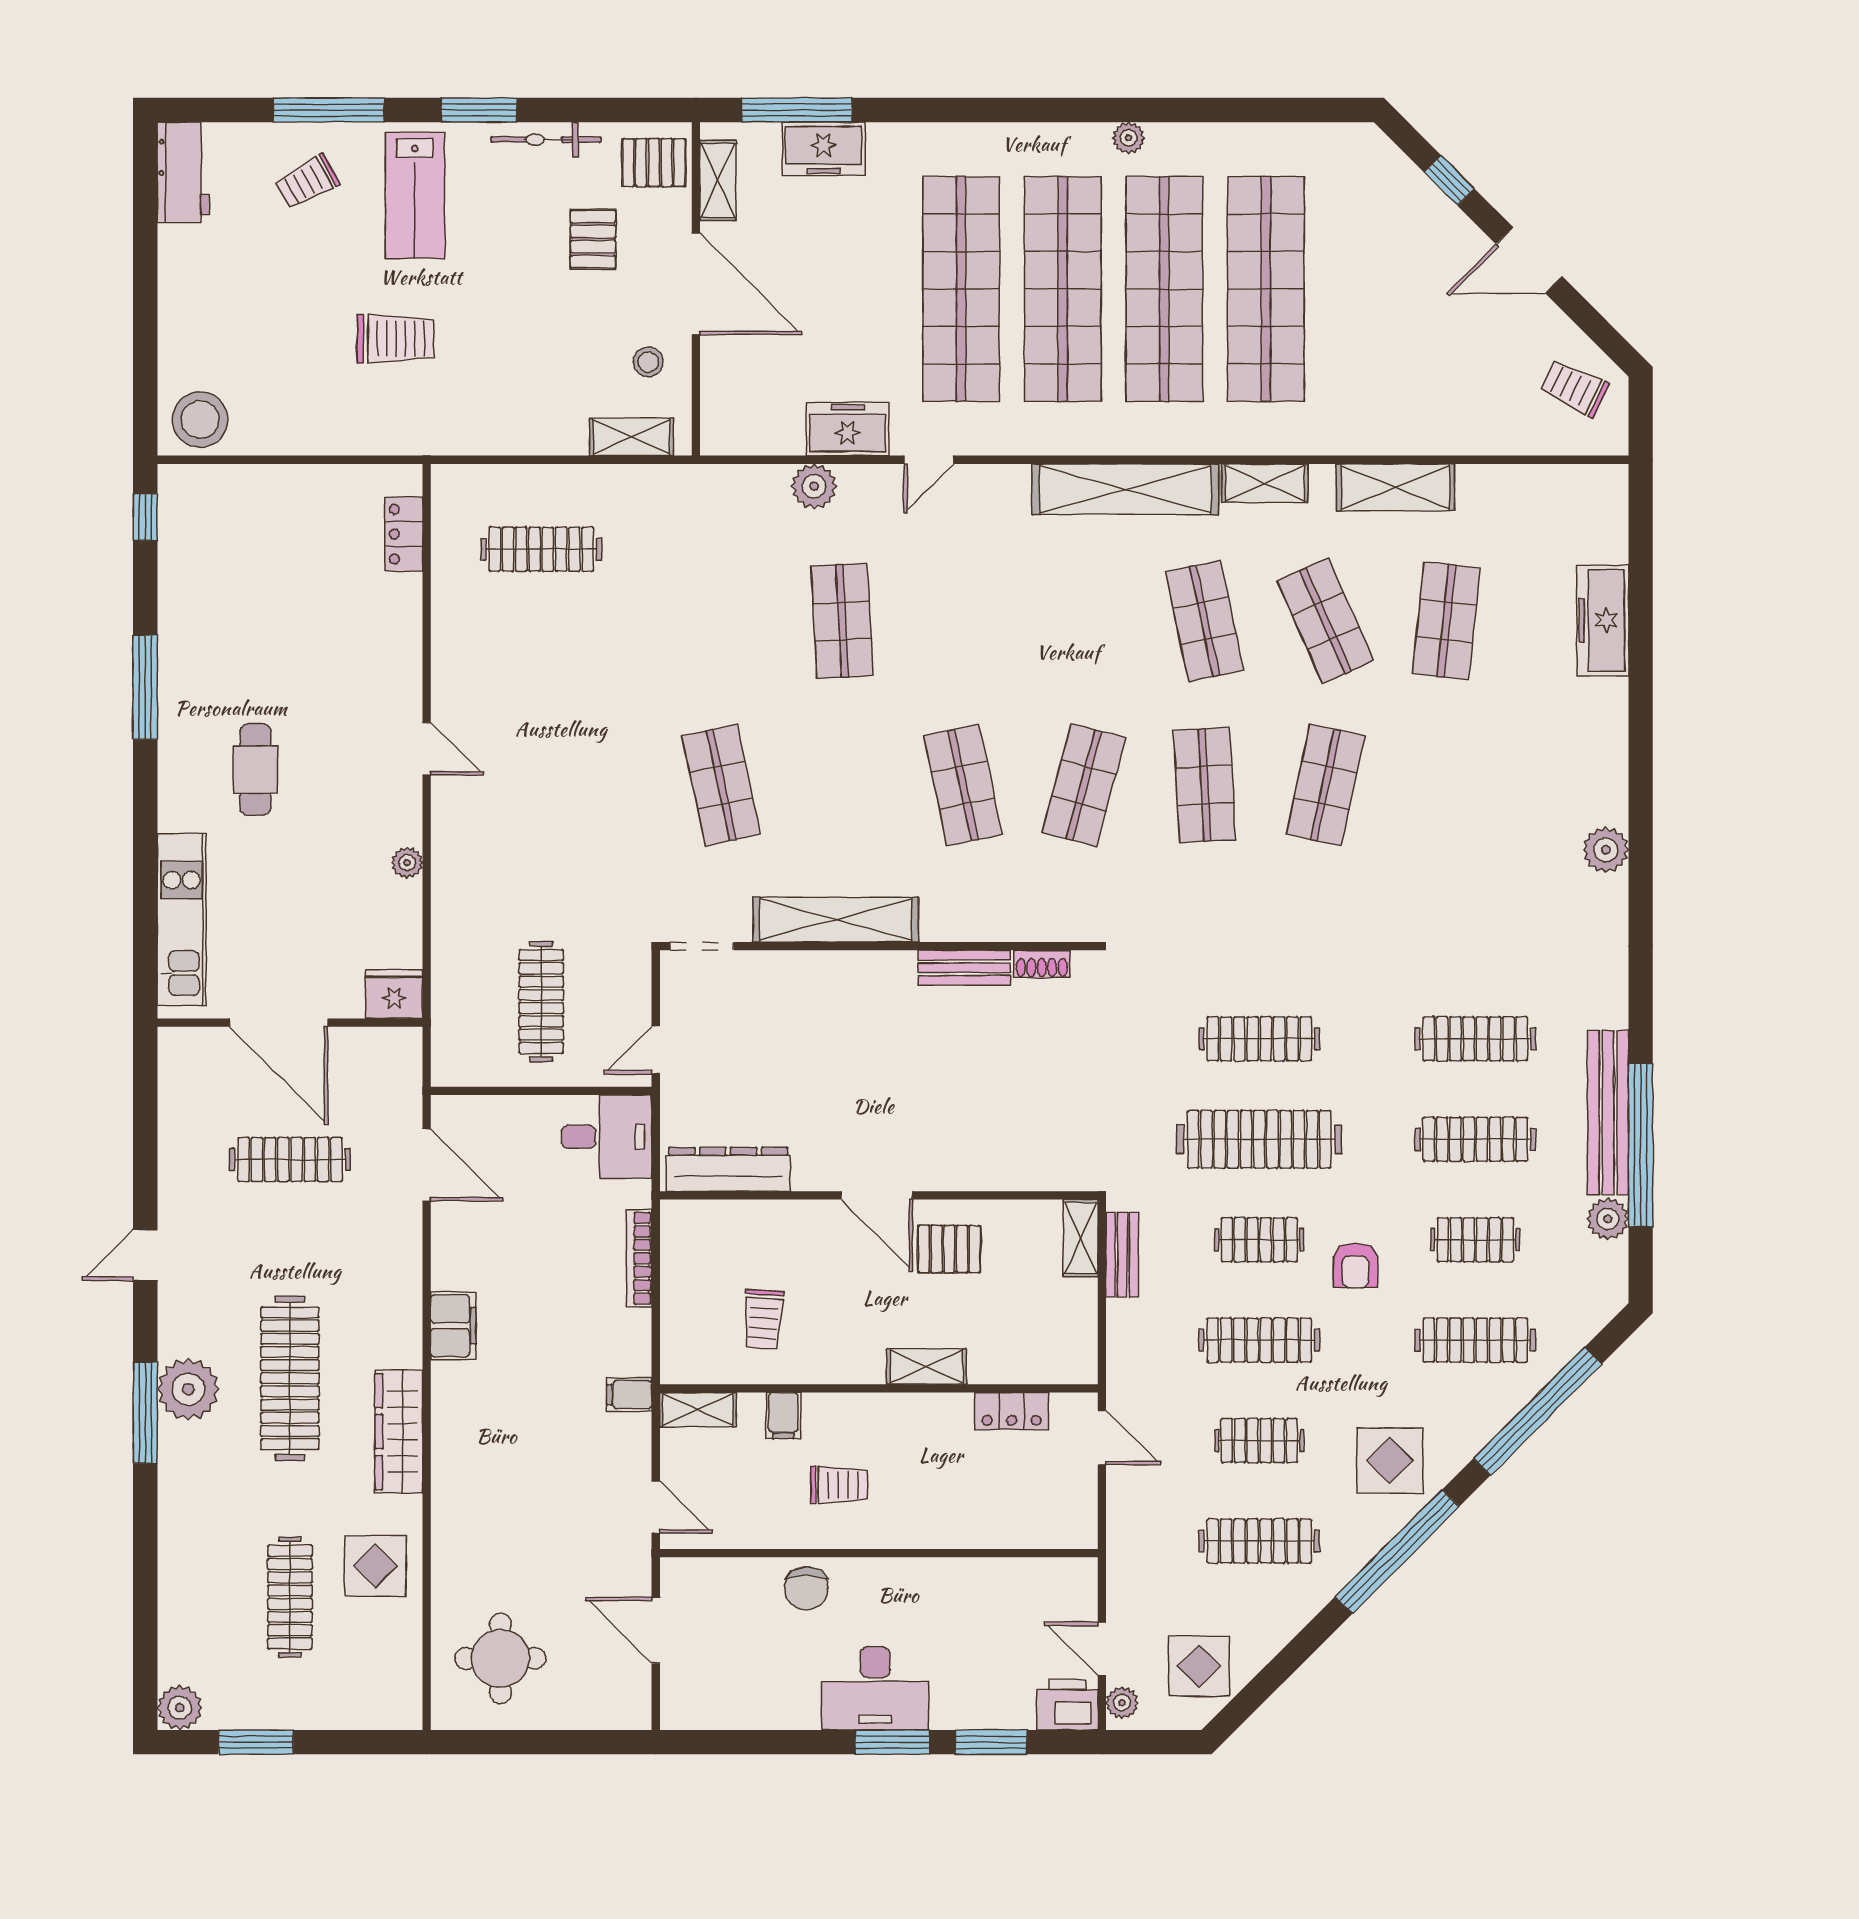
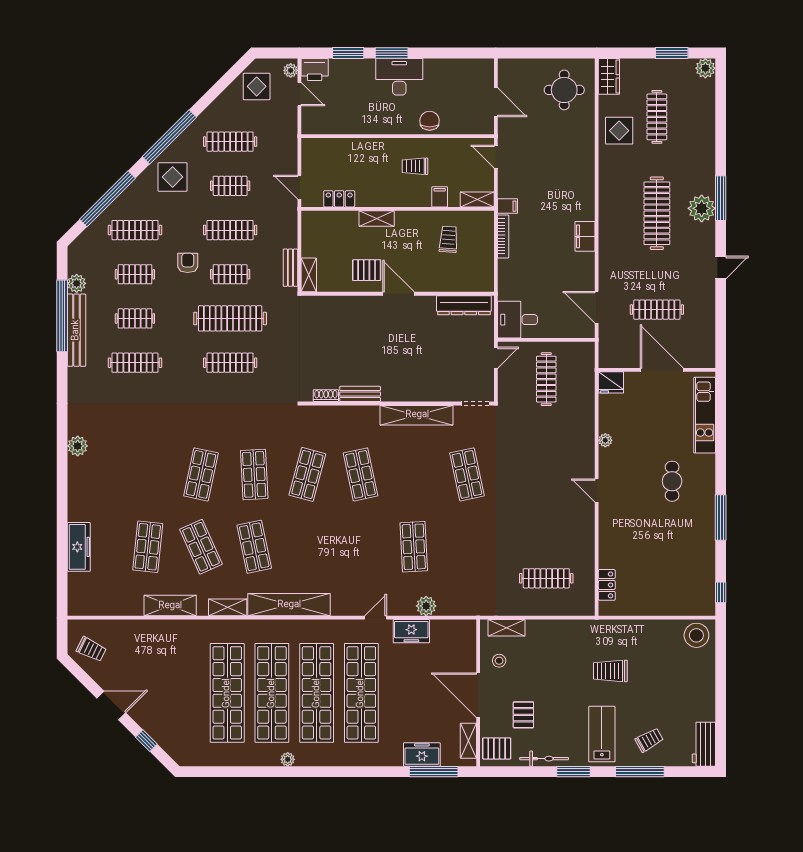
clothes rail: (1475, 1139) -> (135, 318), width x0.73
bookcase: (639, 1258) -> (503, 236), moved
wardrobe: (399, 1432) -> (609, 76), moved, width x0.67

